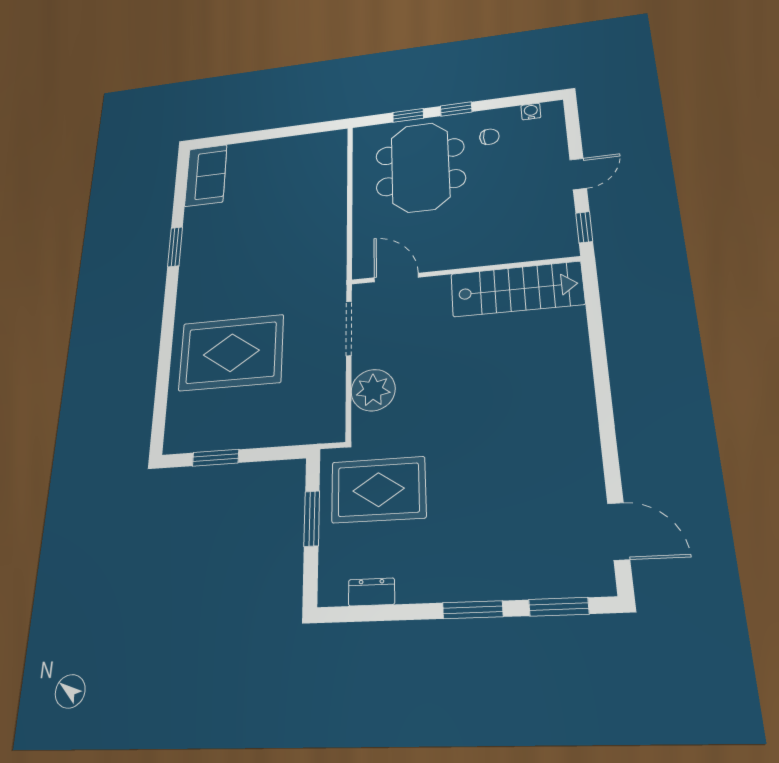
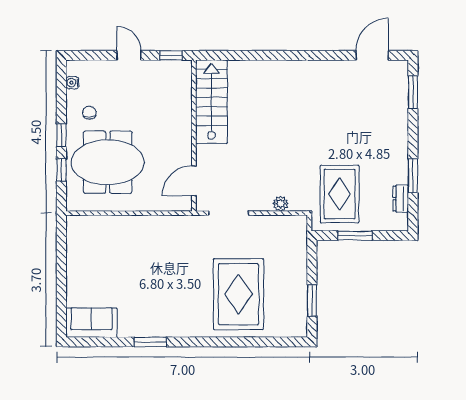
plant: (373, 390) -> (281, 204), width x0.53, depth x0.53
window: (473, 610) -> (413, 176), moved

